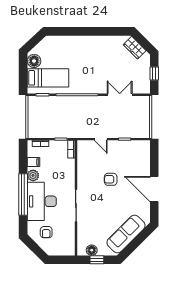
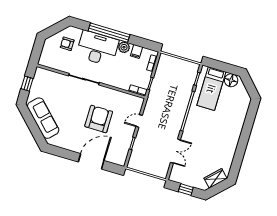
armchair: (111, 179) -> (99, 119), width x1.88, depth x1.88
door: (154, 189) -> (91, 161), moved
floor lamp: (92, 250) -> (38, 81), removed

